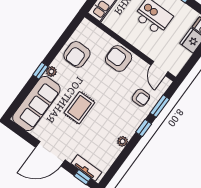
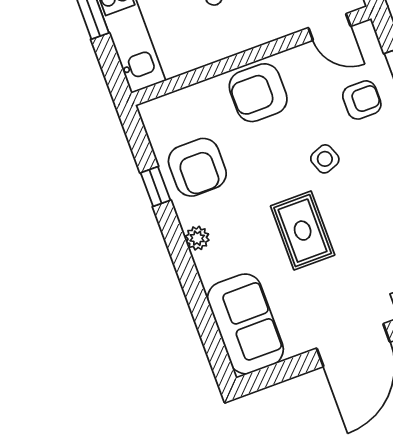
window: (40, 71) -> (155, 187), moved
side table: (111, 99) -> (325, 159), added
sofa: (36, 103) -> (245, 324), width x0.73

